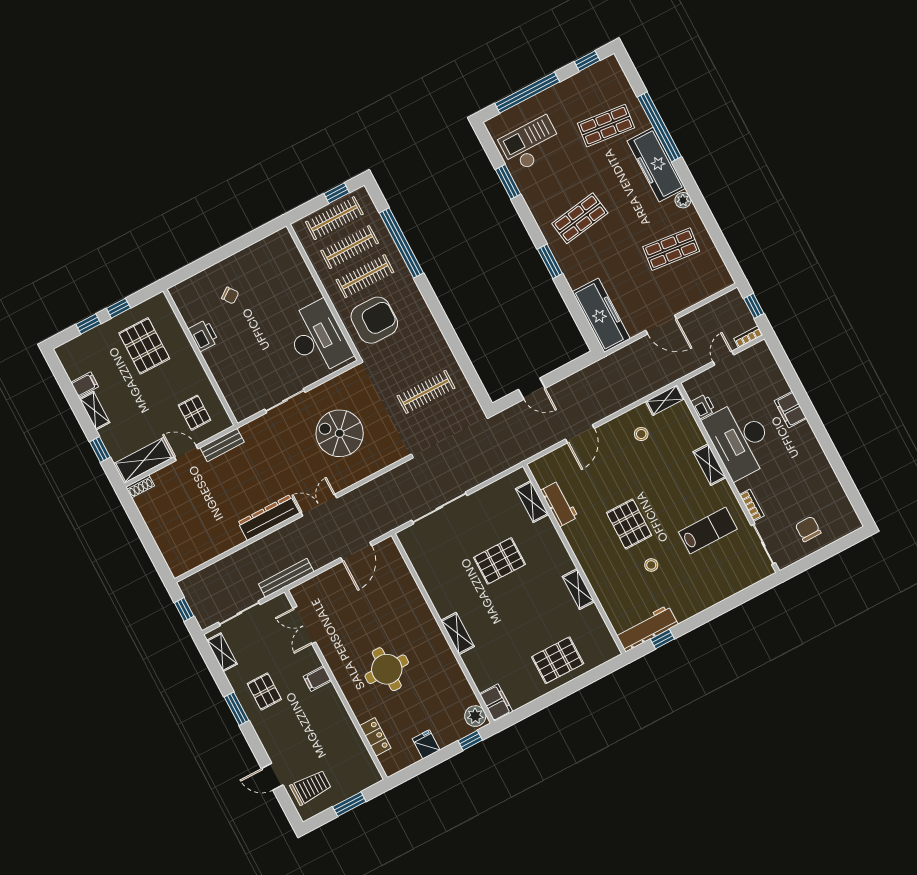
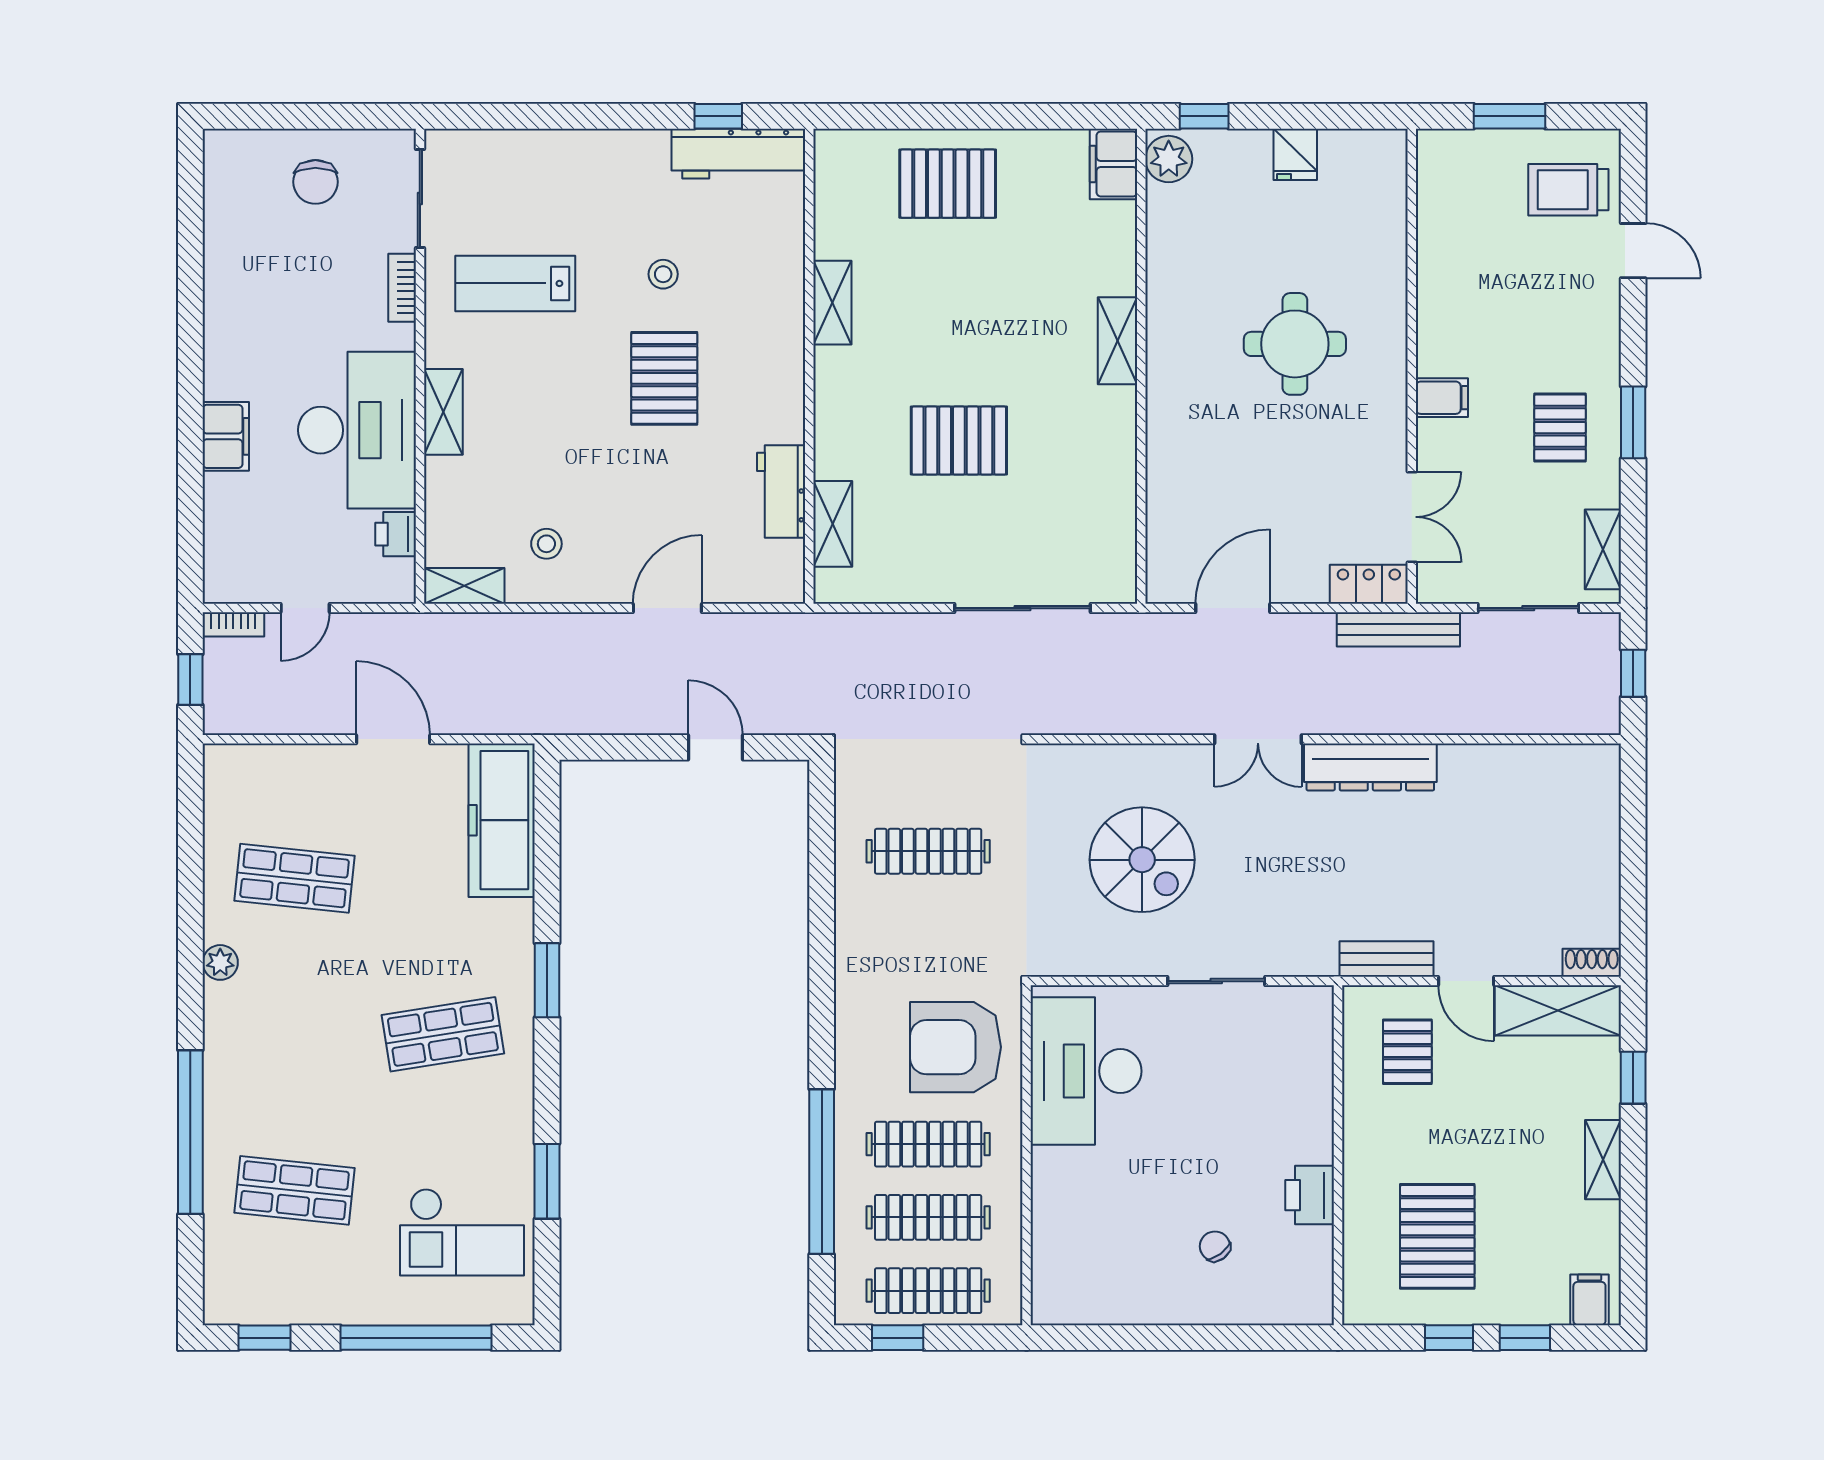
freezer: (656, 165) -> (236, 1061), removed
filing cabinet: (85, 385) -> (1589, 1300), moved, turned 90
locker: (375, 737) -> (1369, 584), moved, turned 90

